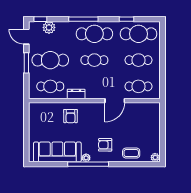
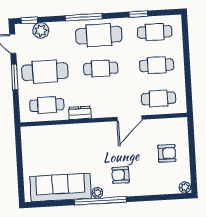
cafe table: (138, 34) -> (155, 32), width x0.73, depth x0.74
armchair: (71, 116) -> (167, 153), moved, turned -90
coffee table: (131, 153) -> (154, 184), removed

